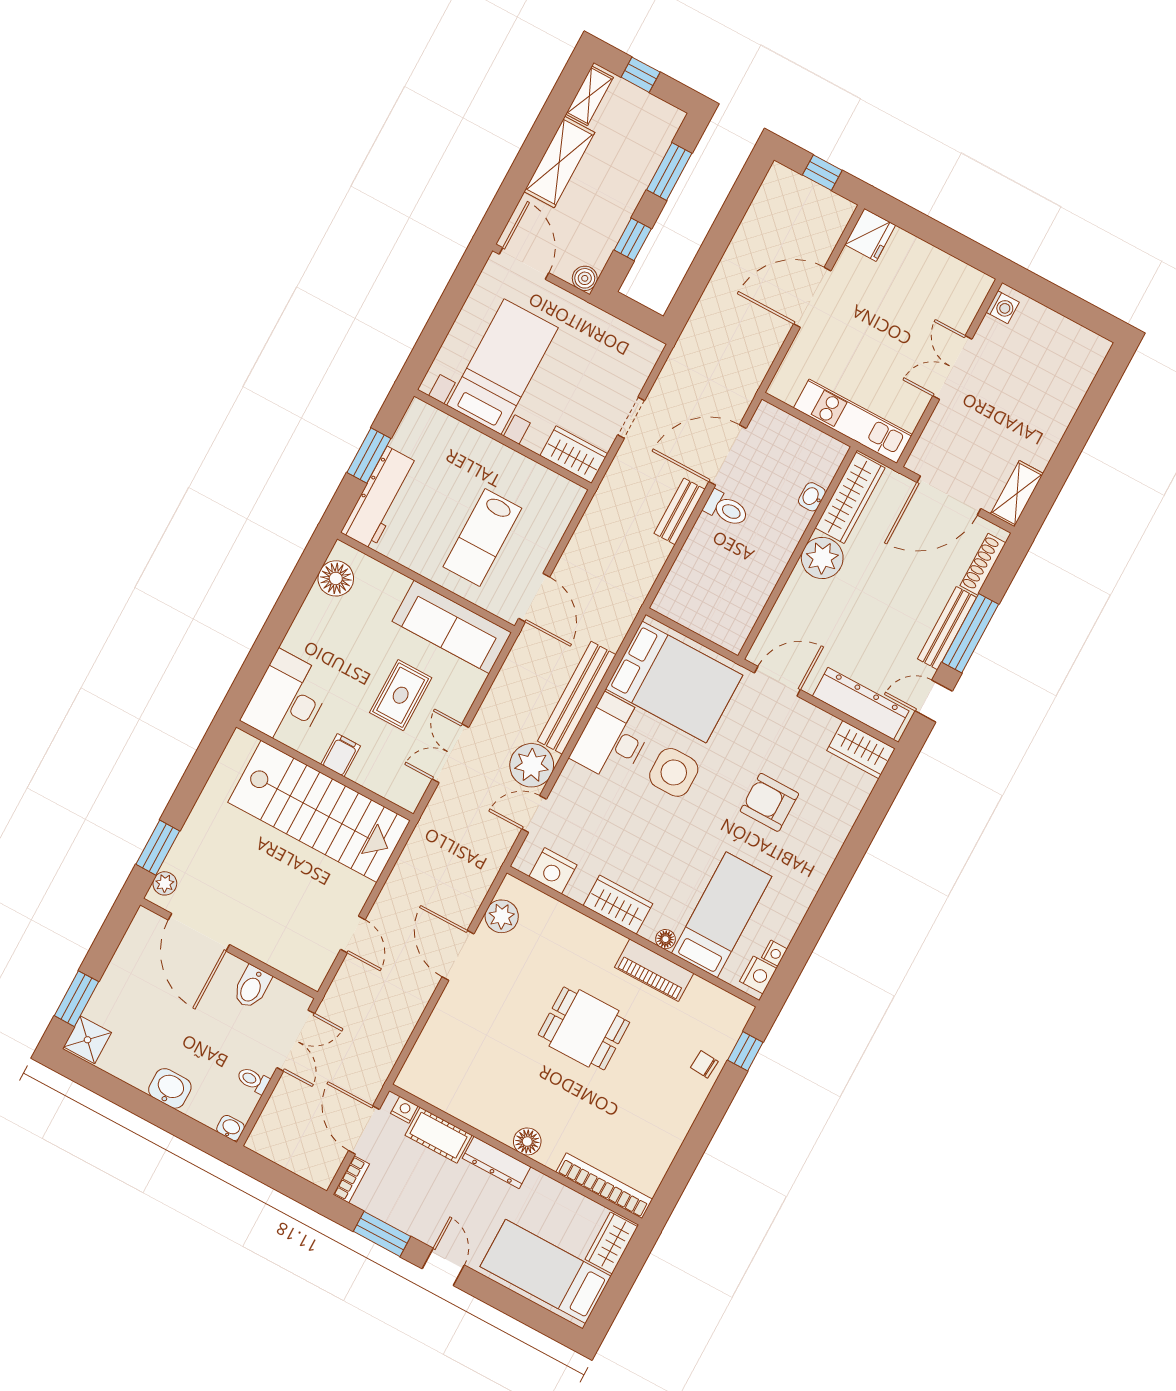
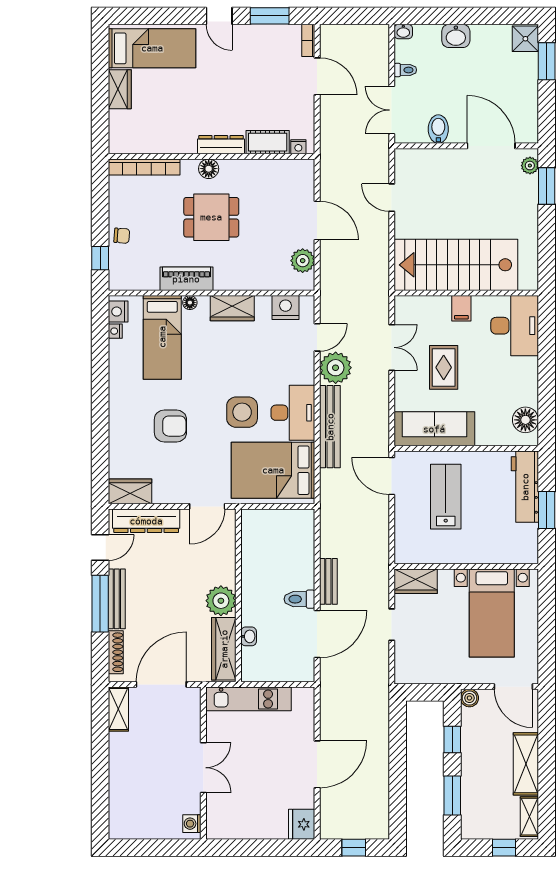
nightstand: (404, 1110) -> (298, 147), moved
cot: (439, 1135) -> (268, 142), moved
floor lamp: (527, 1141) -> (209, 169), moved
wall: (516, 1155) -> (212, 156), moved
dresser: (497, 1163) -> (221, 145), moved
bookcase: (604, 1186) -> (144, 167), moved

